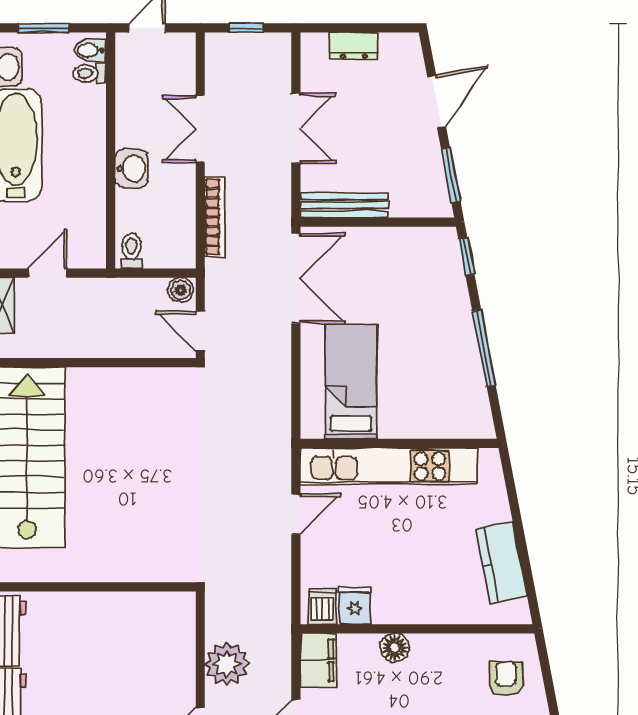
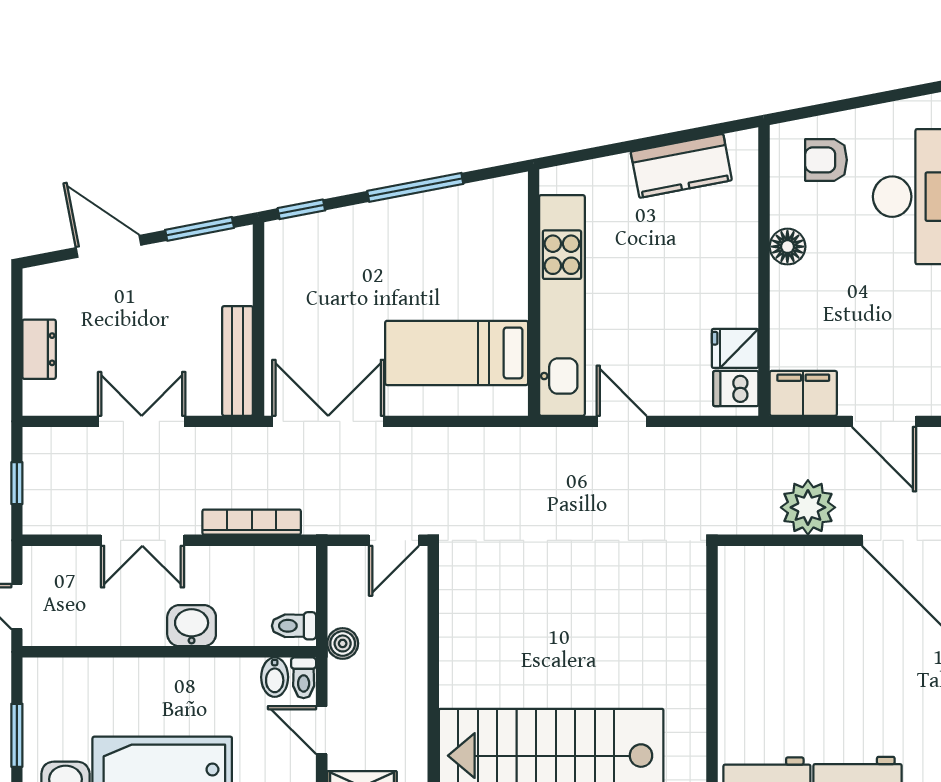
bidet: (90, 50) -> (275, 677), moved
toilet: (90, 73) -> (304, 678), moved
boiler: (181, 290) -> (343, 643), moved
floor lamp: (395, 648) -> (787, 247), moved

